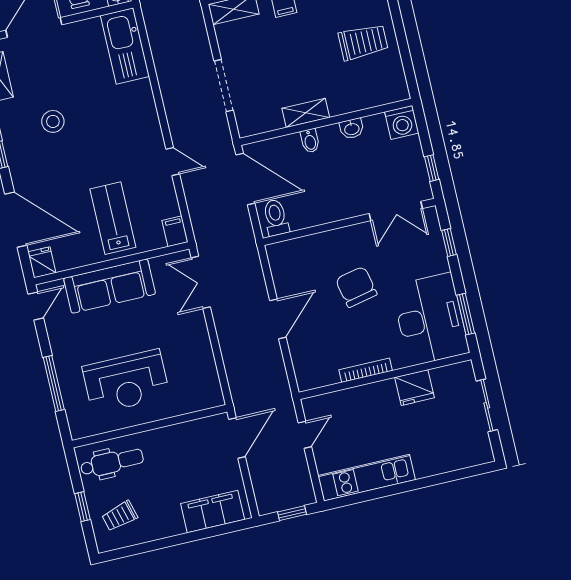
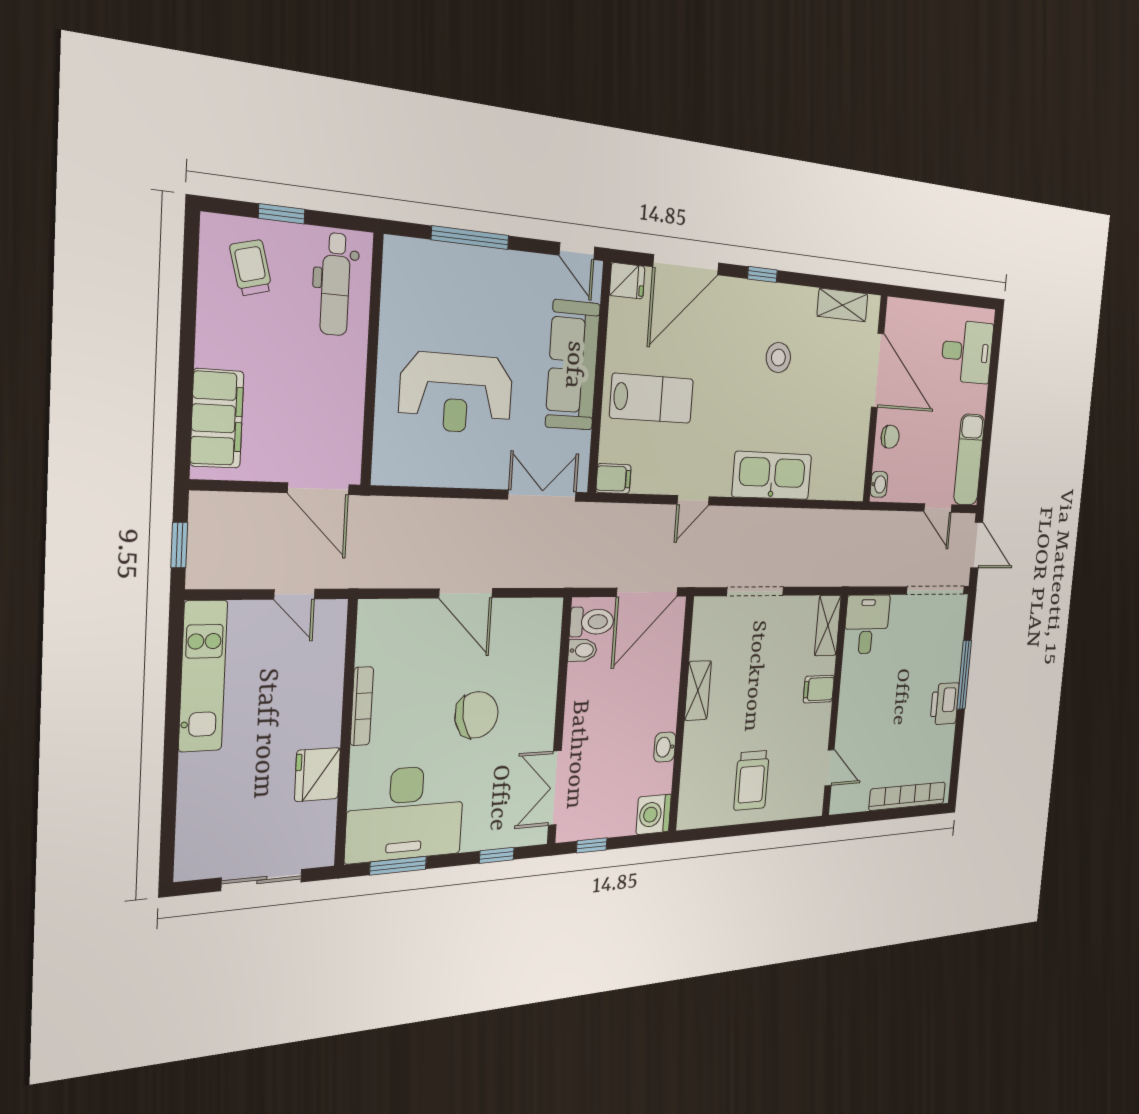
kitchen sink: (125, 46) -> (772, 476), moved
bidet: (310, 141) -> (582, 650), moved, turned 180
reception desk: (126, 382) -> (456, 393), moved, turned -90

